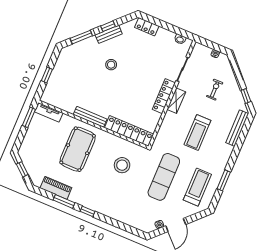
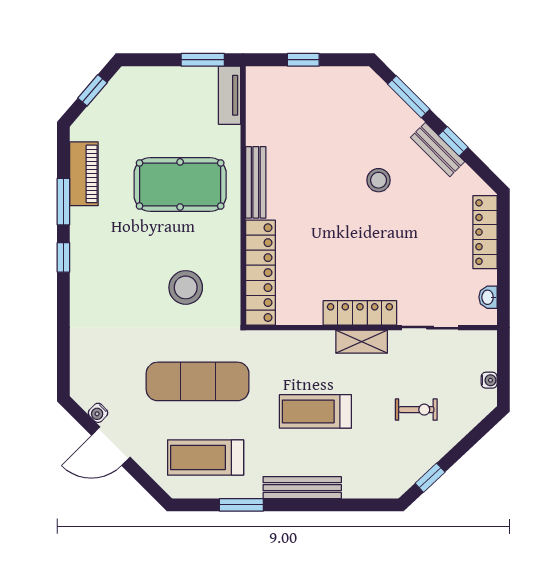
locker: (147, 27) -> (485, 232), width x1.53
bench: (237, 128) -> (302, 488), moved
treadmill: (197, 187) -> (206, 457), turned 180

